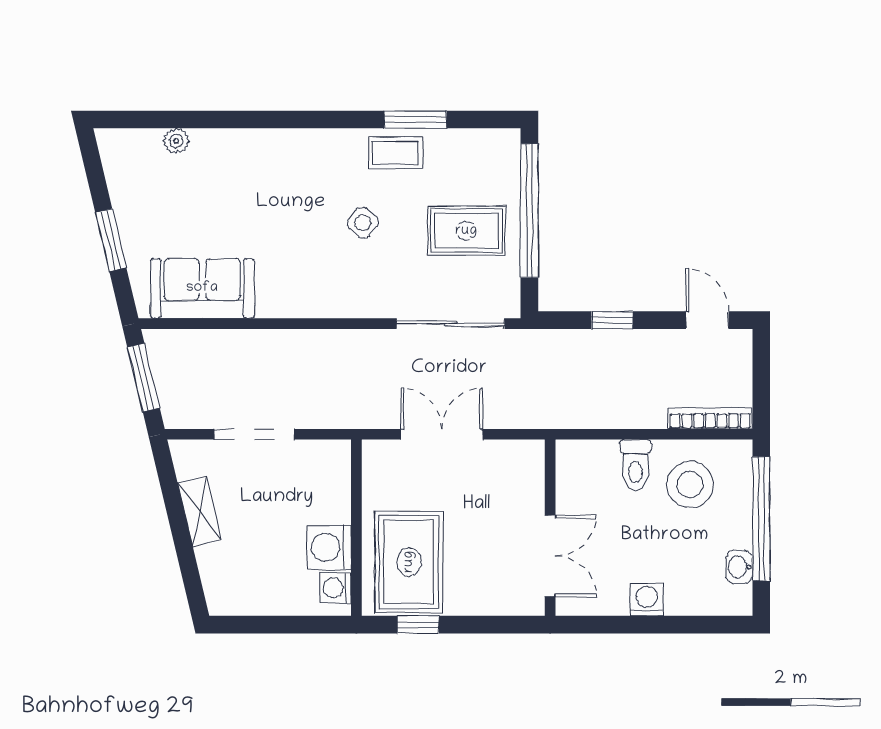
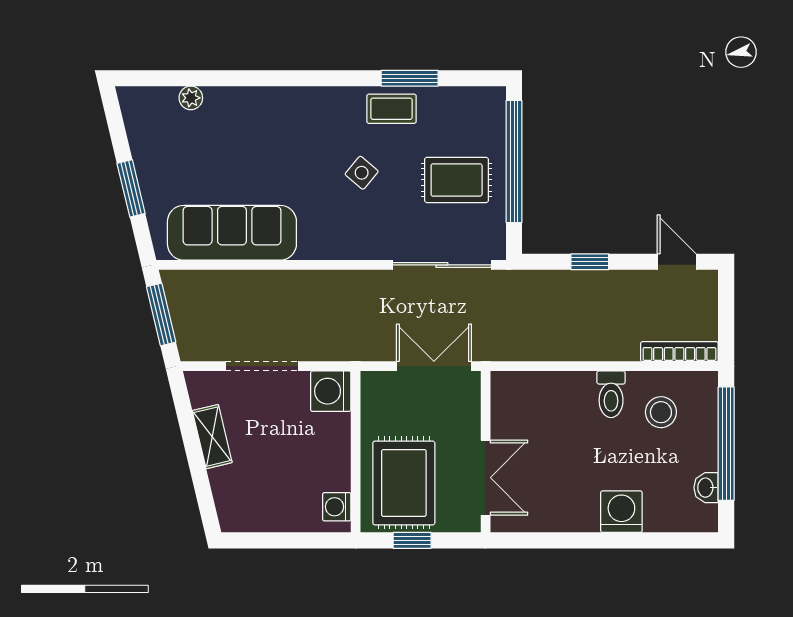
sofa: (202, 288) -> (232, 233), width x1.36
stool: (690, 485) -> (661, 412), width x0.73, depth x0.73
wall: (550, 528) -> (486, 452), moved
washing machine: (329, 547) -> (331, 391), moved
double door: (550, 556) -> (486, 478), moved
washing machine: (647, 599) -> (621, 512), width x1.38, depth x1.38

